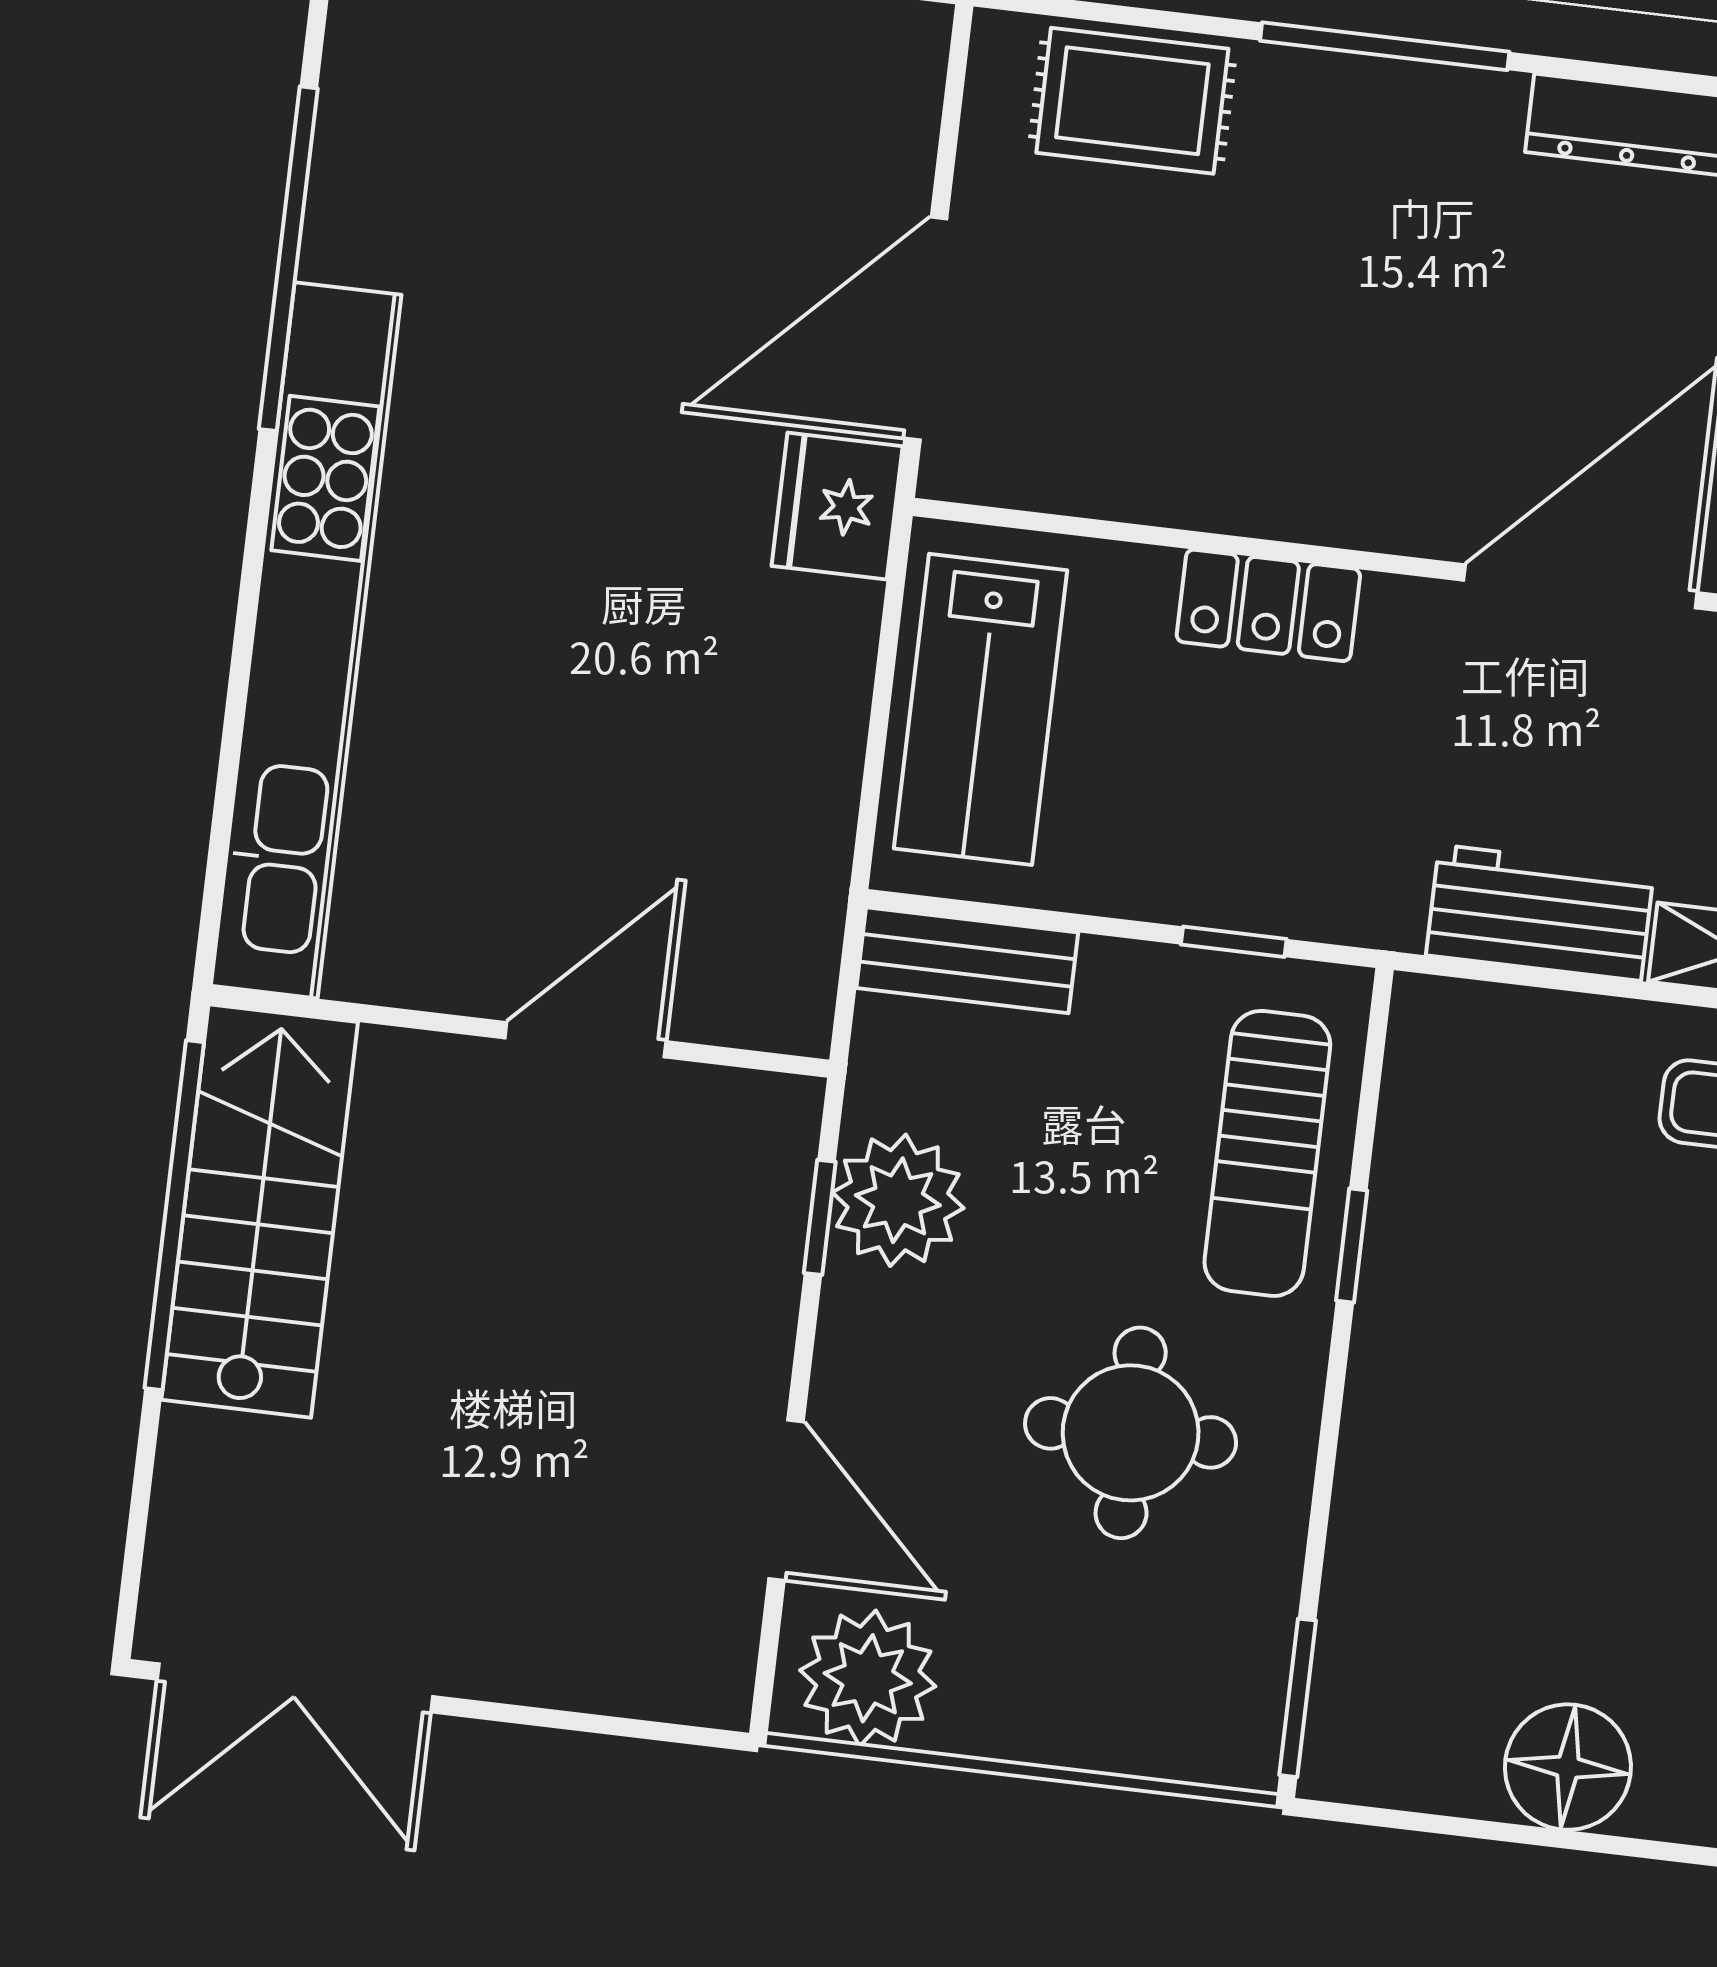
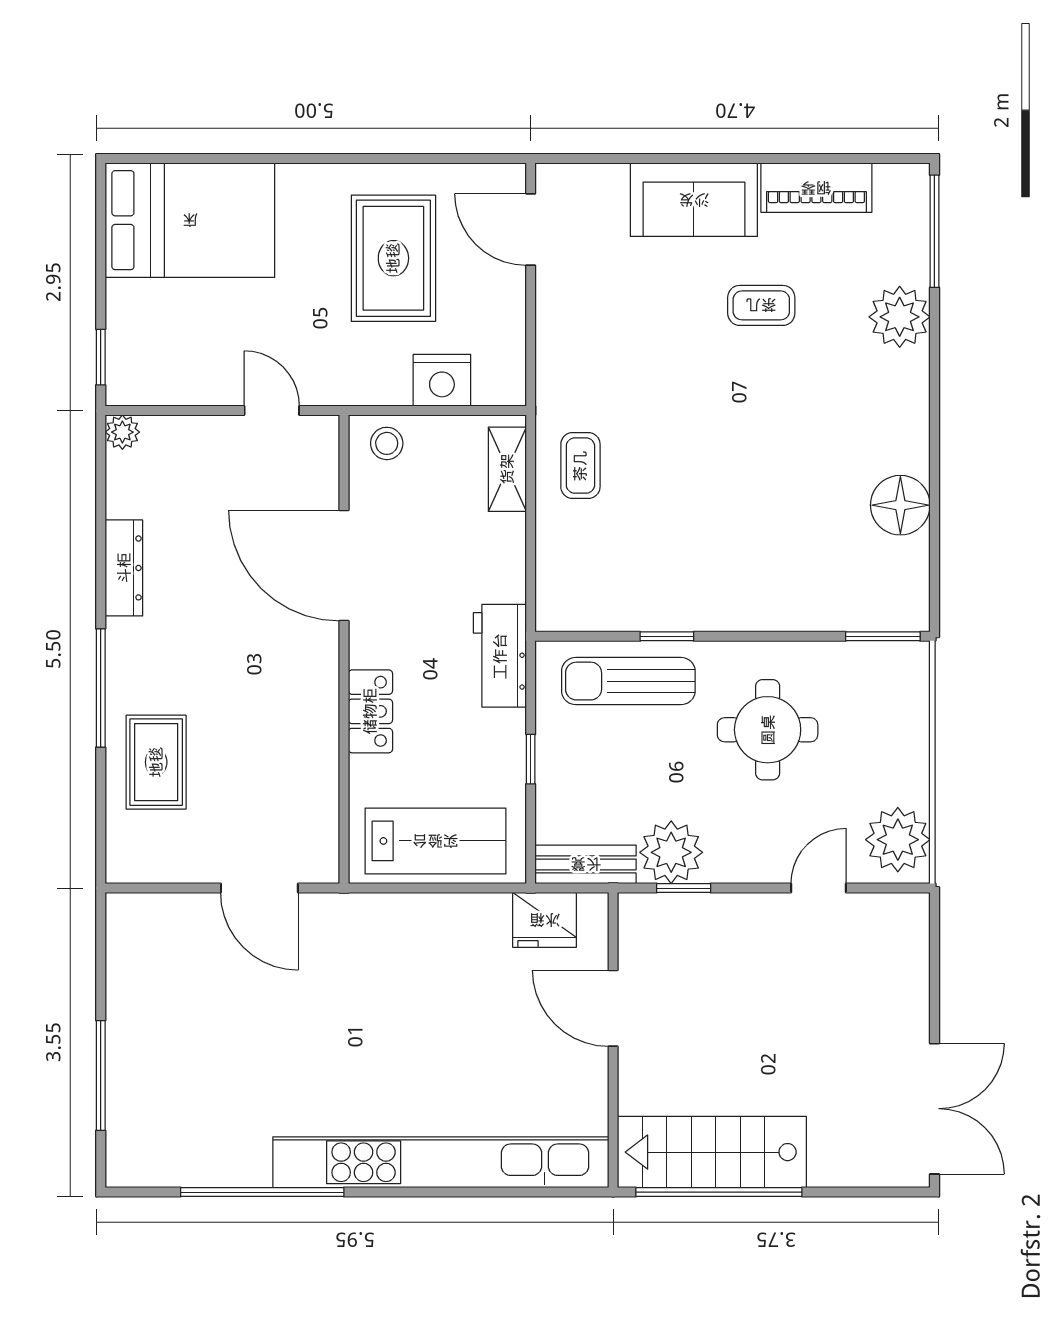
rug: (1132, 101) -> (156, 762), moved
door: (926, 329) -> (259, 888), width x0.73
fridge: (837, 506) -> (545, 920), moved
workbench: (1540, 913) -> (500, 656), moved
window: (1234, 942) -> (531, 759), moved
bench: (967, 960) -> (586, 864), moved, turned 90
sun lounger: (1267, 1153) -> (628, 681), turned 180
door: (786, 1500) -> (819, 888), width x0.73

